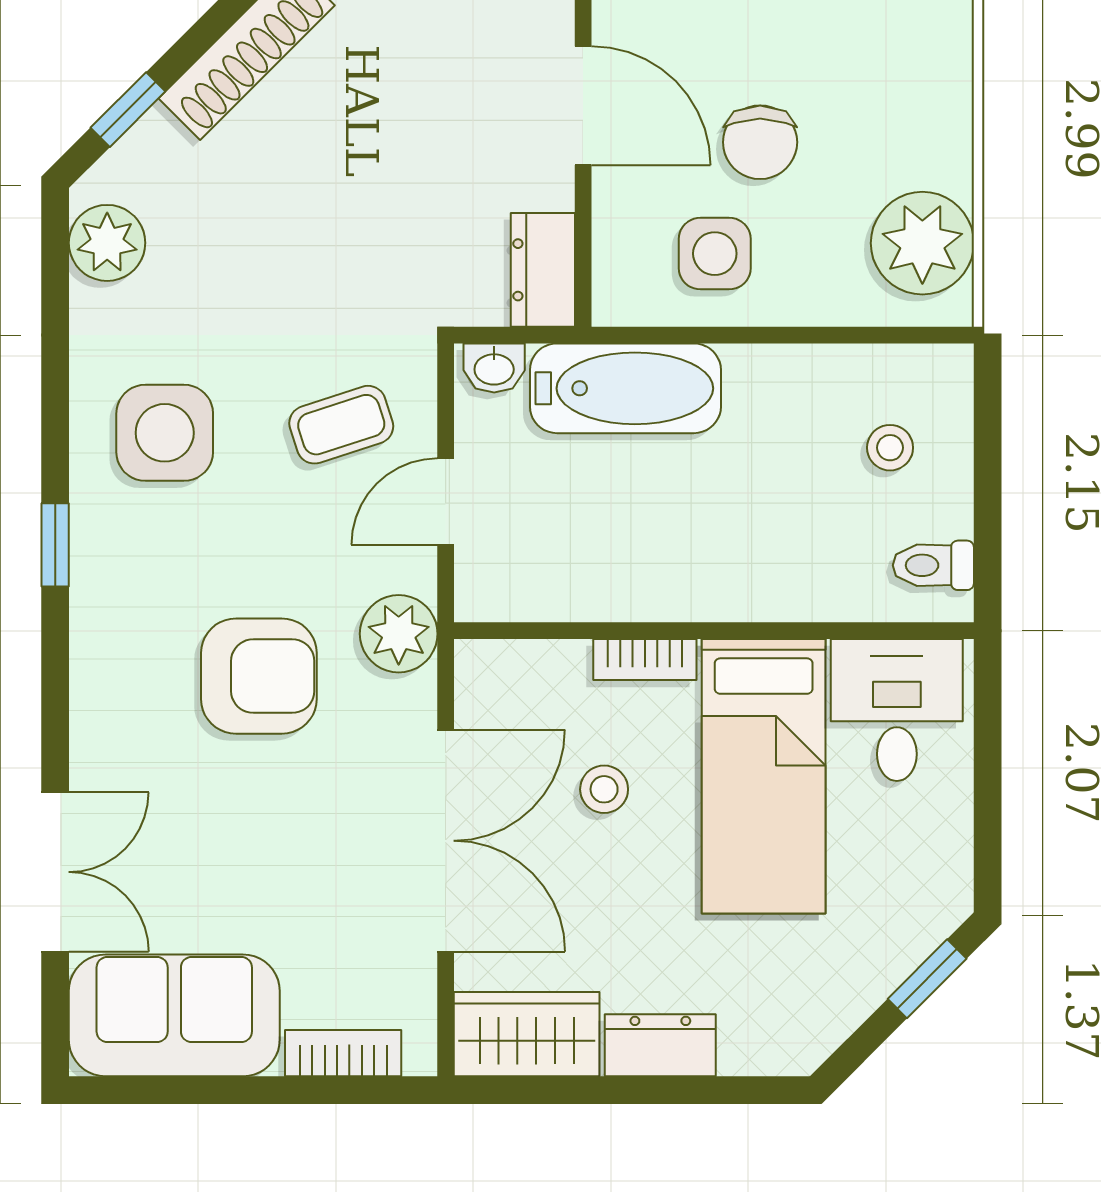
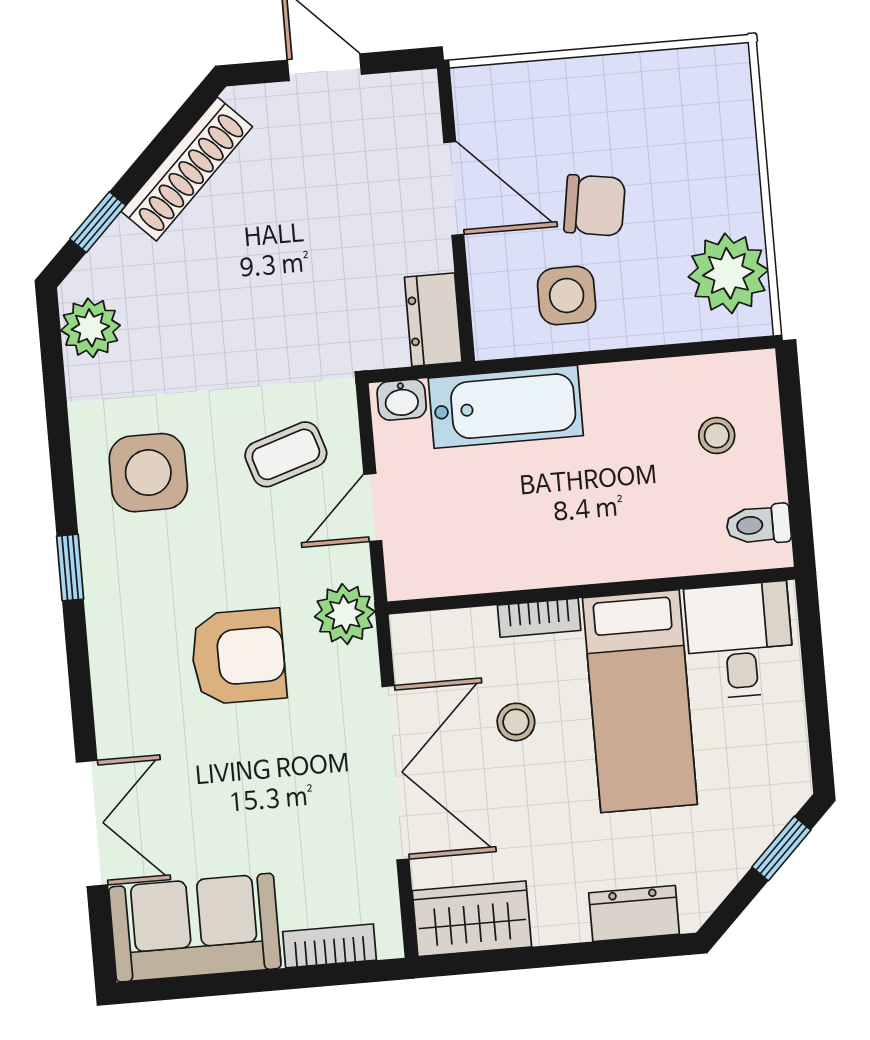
chair: (760, 142) -> (595, 205), turned -81
dresser: (660, 1045) -> (634, 914), moved

